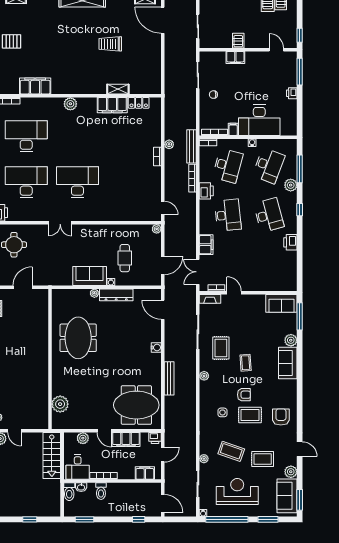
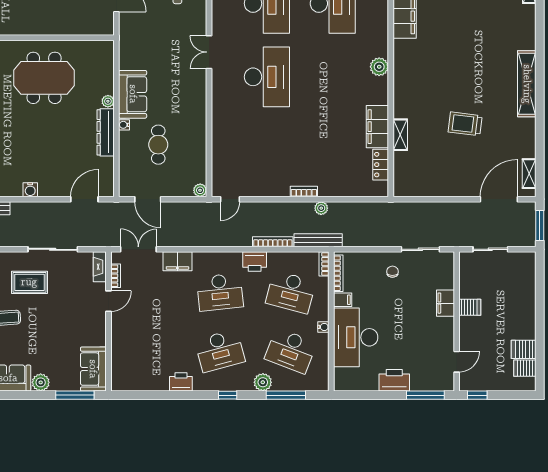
trolley: (110, 44) -> (465, 124), turned -83
printer: (292, 93) -> (394, 380), width x1.87, depth x1.48
cafe table: (125, 258) -> (158, 145), turned 90

